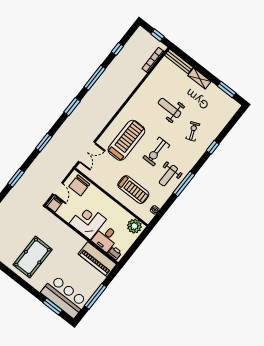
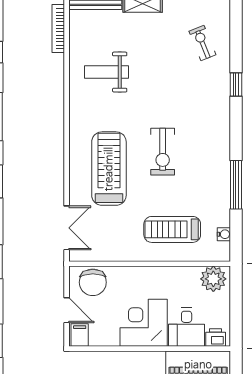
weight bench: (169, 108) -> (107, 72), moved
exercise bike: (193, 131) -> (202, 43), moved
weight bench: (168, 176) -> (205, 172), removed
window: (184, 184) -> (236, 185), moved
treadmill: (133, 190) -> (172, 229), turned 180

